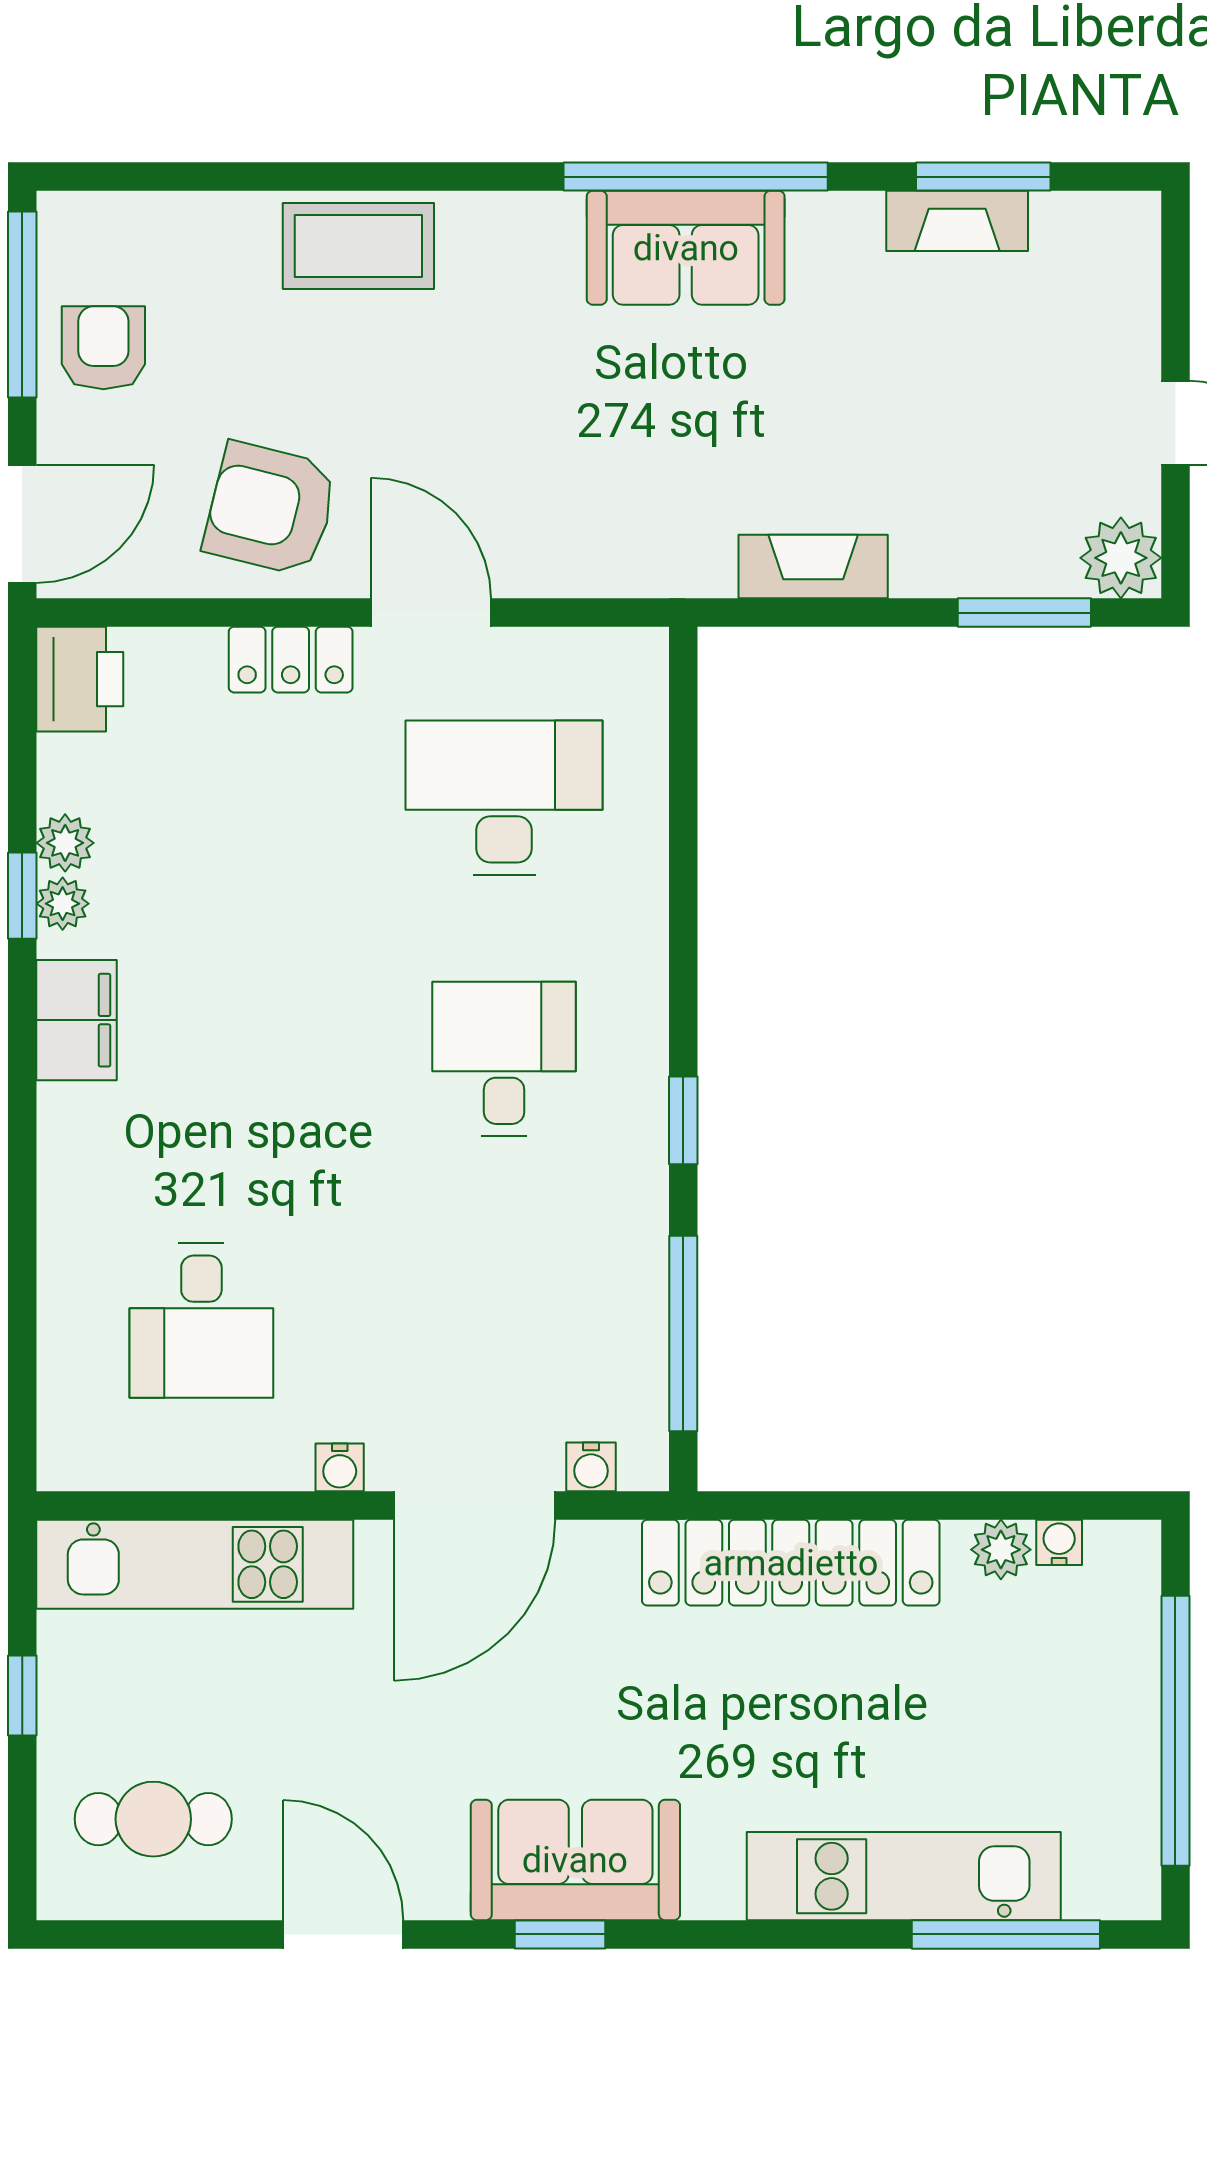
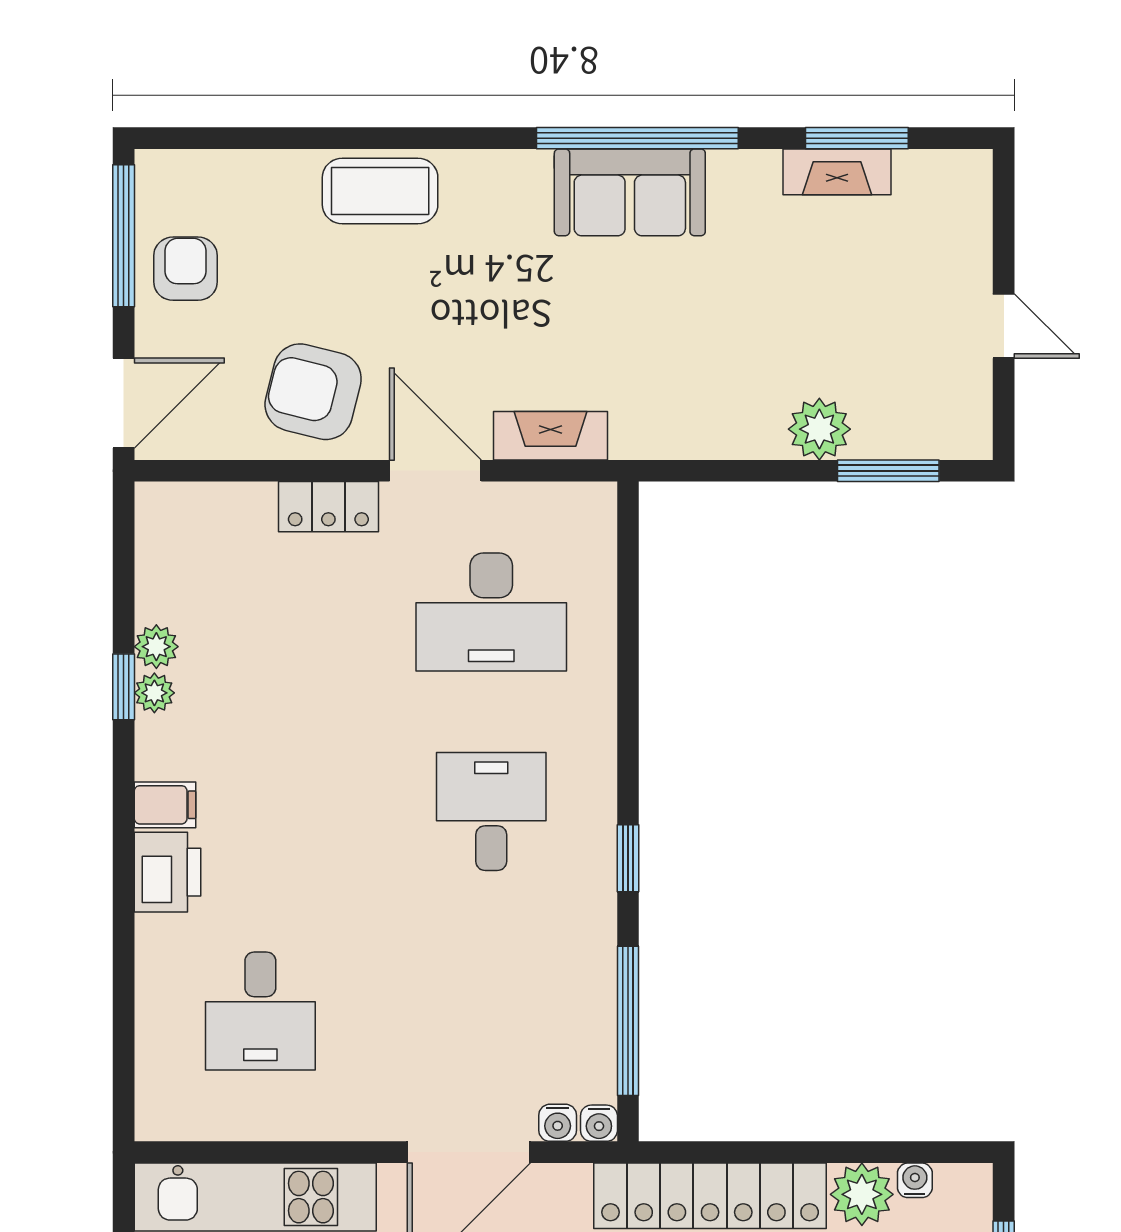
plant: (1121, 558) -> (819, 429), moved
fireplace: (813, 567) -> (550, 436), moved
printer: (80, 679) -> (167, 872), moved
desk: (504, 798) -> (491, 612), turned 180
filing cabinet: (76, 1020) -> (165, 805), width x0.50
water cooler: (340, 1467) -> (599, 1123), moved
plant: (1001, 1550) -> (862, 1194), width x1.38, depth x1.38

